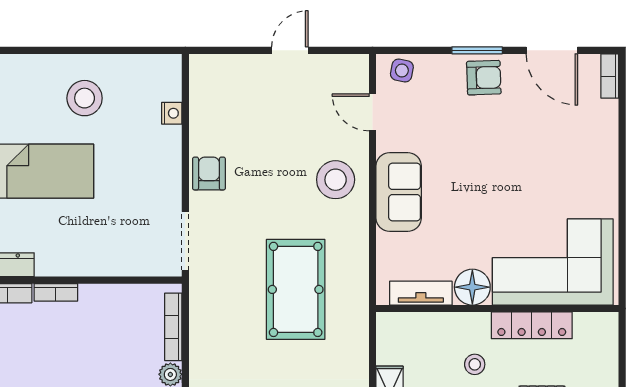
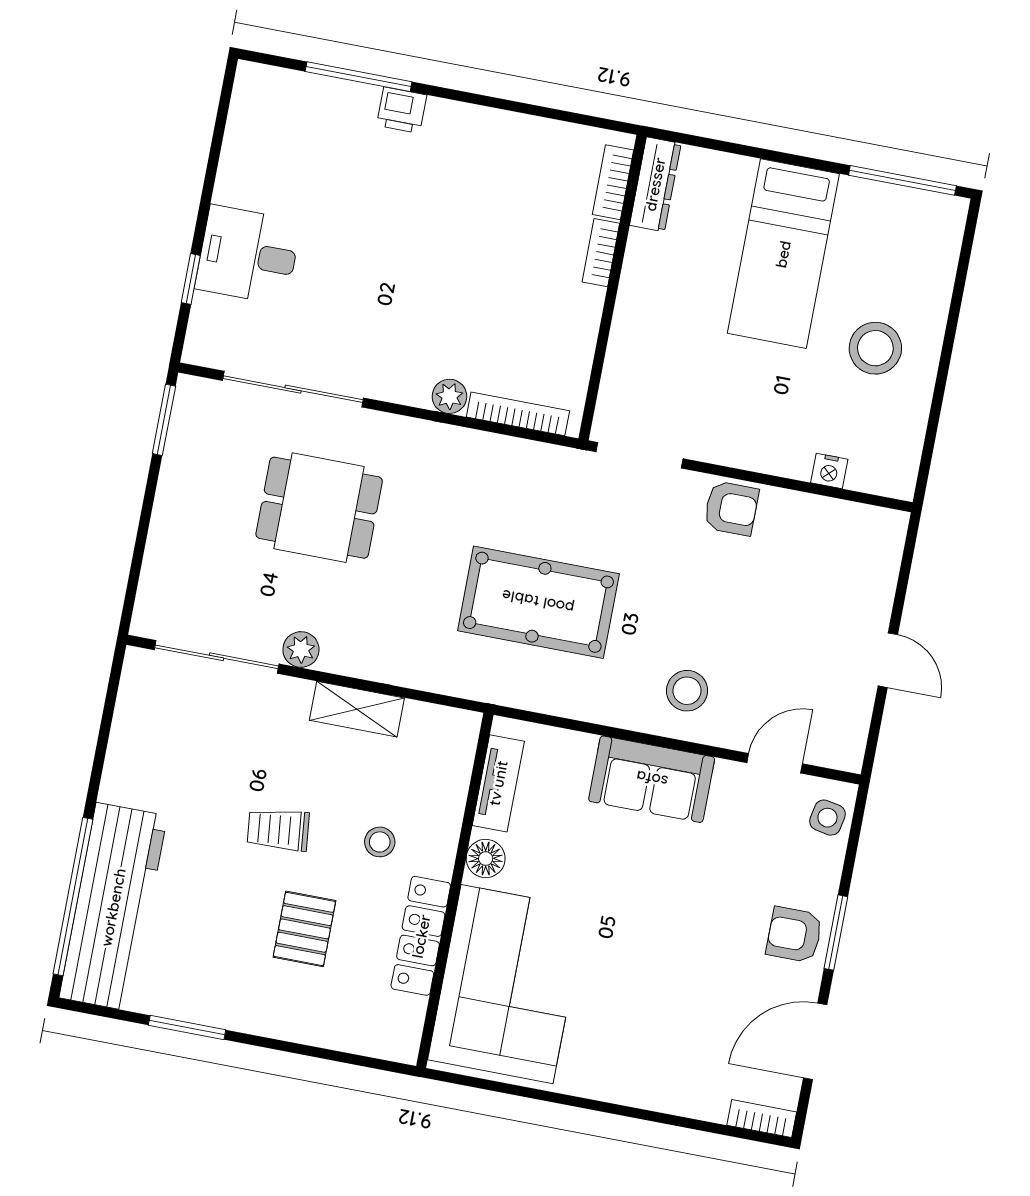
armchair: (484, 78) -> (794, 935), turned 92
stool: (336, 180) -> (687, 691), width x0.73, depth x0.73
floor lamp: (472, 287) -> (486, 859), width x0.73, depth x0.73

